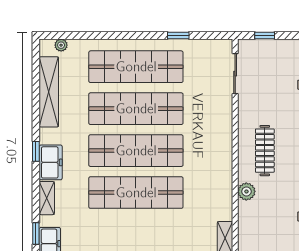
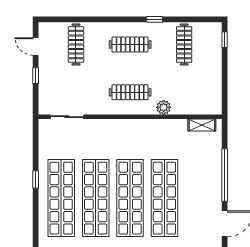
window: (178, 35) -> (36, 179), moved
window: (265, 35) -> (36, 76), moved

